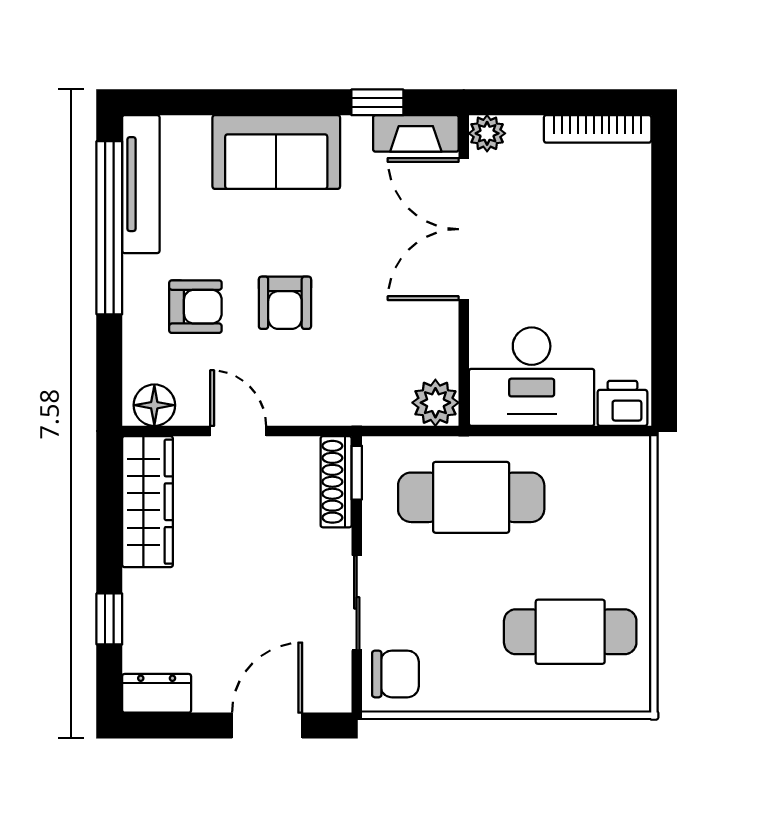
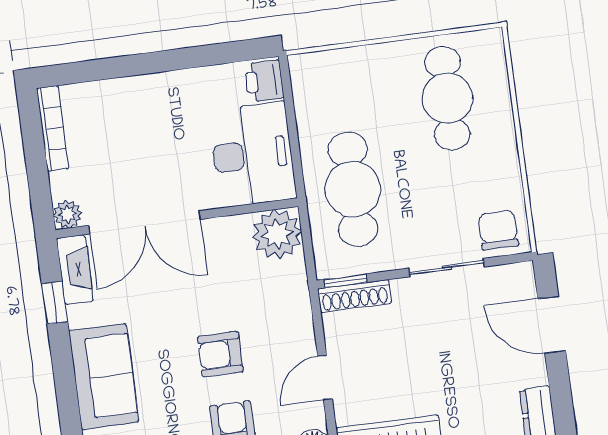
armchair: (285, 303) -> (220, 354), turned 180
plant: (435, 403) -> (277, 234), width x1.36, depth x1.36

